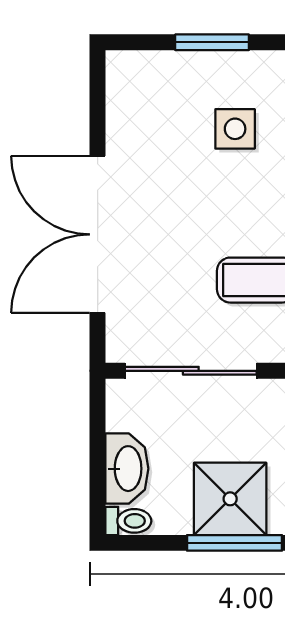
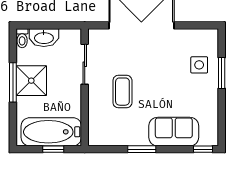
side table: (235, 129) -> (199, 65), moved
sliding door: (191, 371) -> (85, 64), width x0.73

